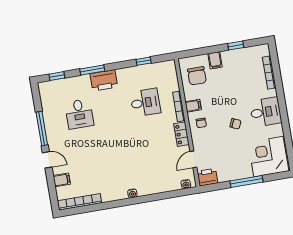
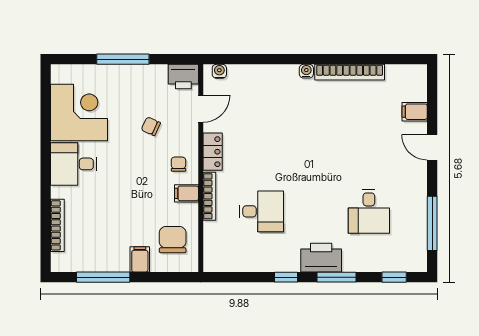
window: (236, 45) -> (103, 277), width x2.17
window: (144, 61) -> (286, 277), moved
desk: (145, 103) -> (261, 211), turned 180
desk: (79, 114) -> (369, 211), turned 180
chair: (235, 124) -> (151, 126), moved
window: (42, 129) -> (432, 223), moved
corner desk: (268, 157) -> (79, 113), moved, turned -90
bookcase: (79, 202) -> (350, 72), moved

